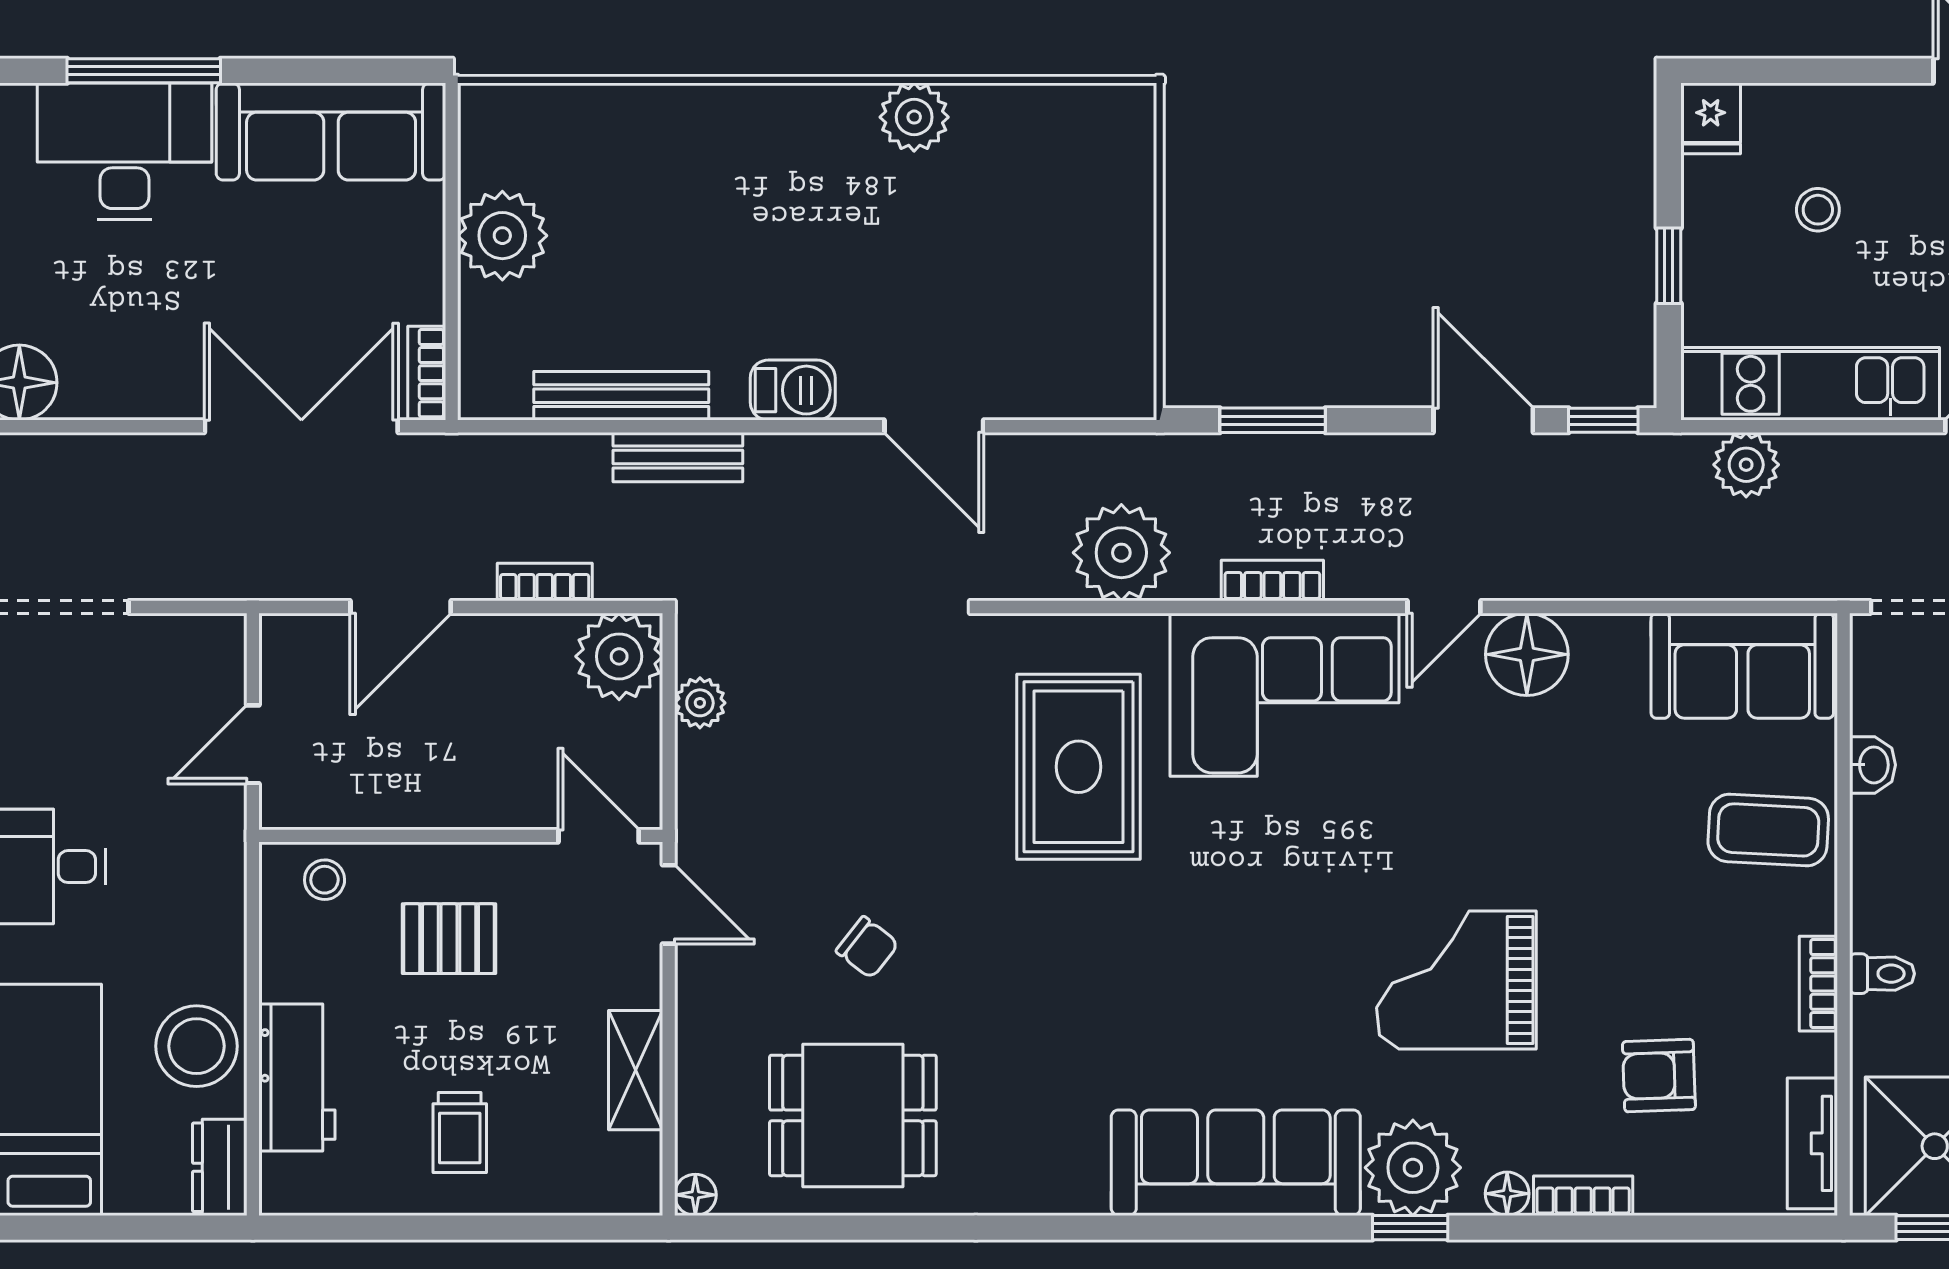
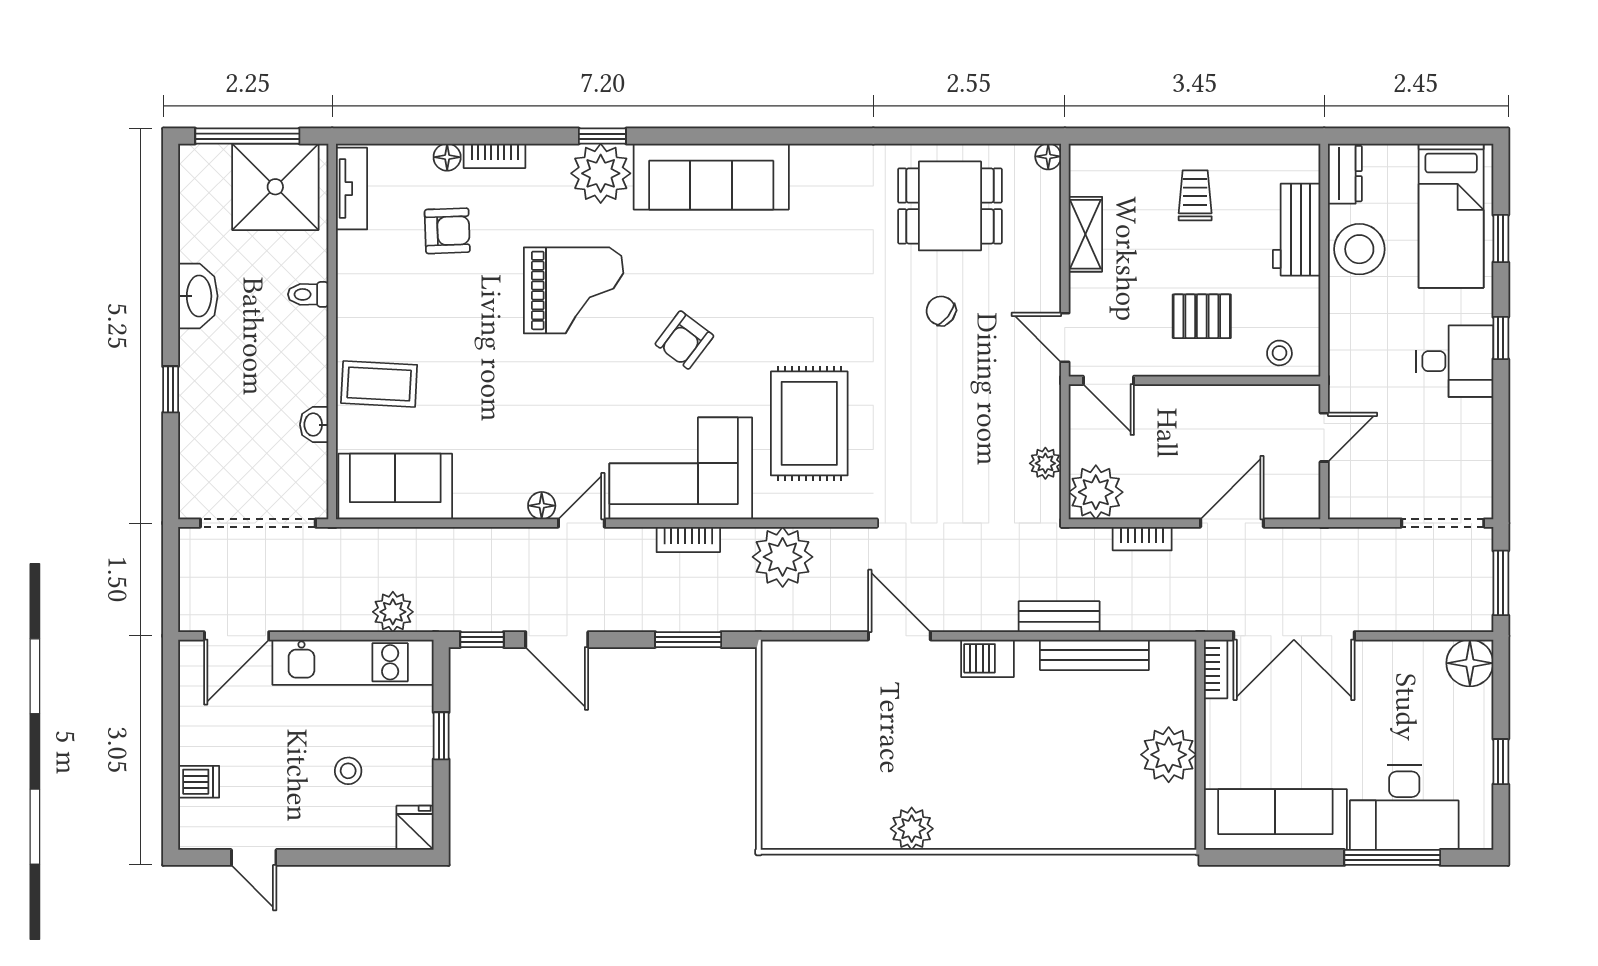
floor lamp: (1527, 654) -> (542, 506), width x0.53, depth x0.53
armchair: (1279, 901) -> (684, 340), added
bookcase: (1818, 984) -> (348, 288), removed
floor lamp: (1507, 1194) -> (447, 157), moved

